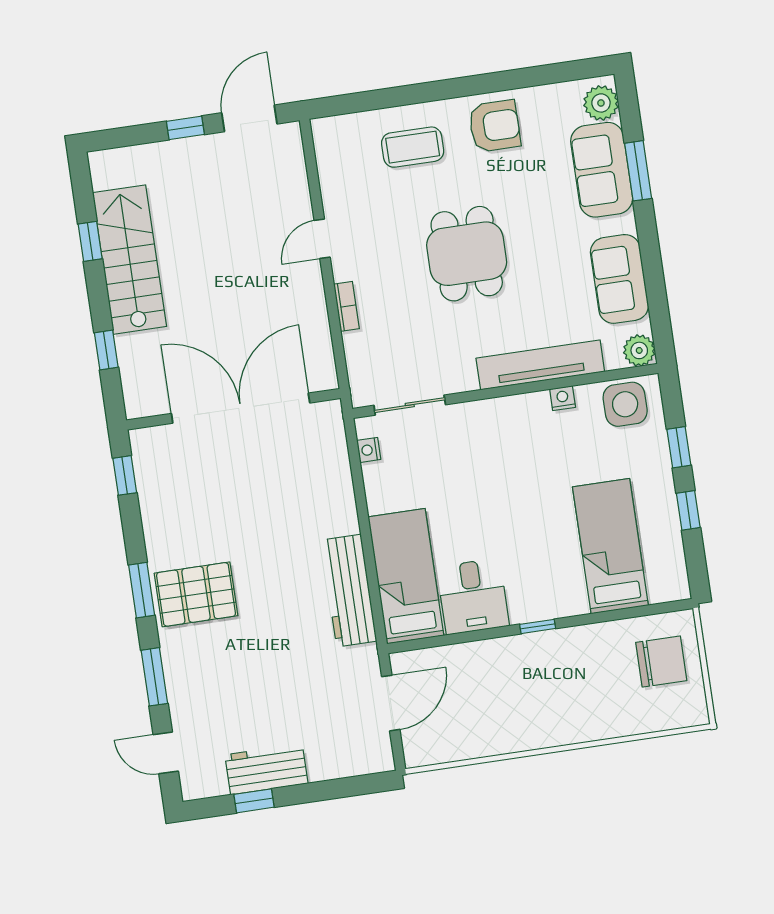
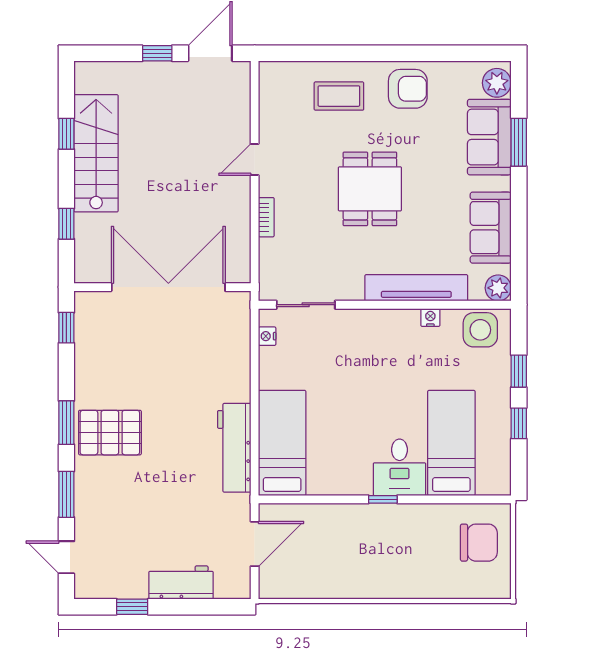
desk: (473, 596) -> (399, 467), moved
workbench: (266, 769) -> (181, 583), moved

